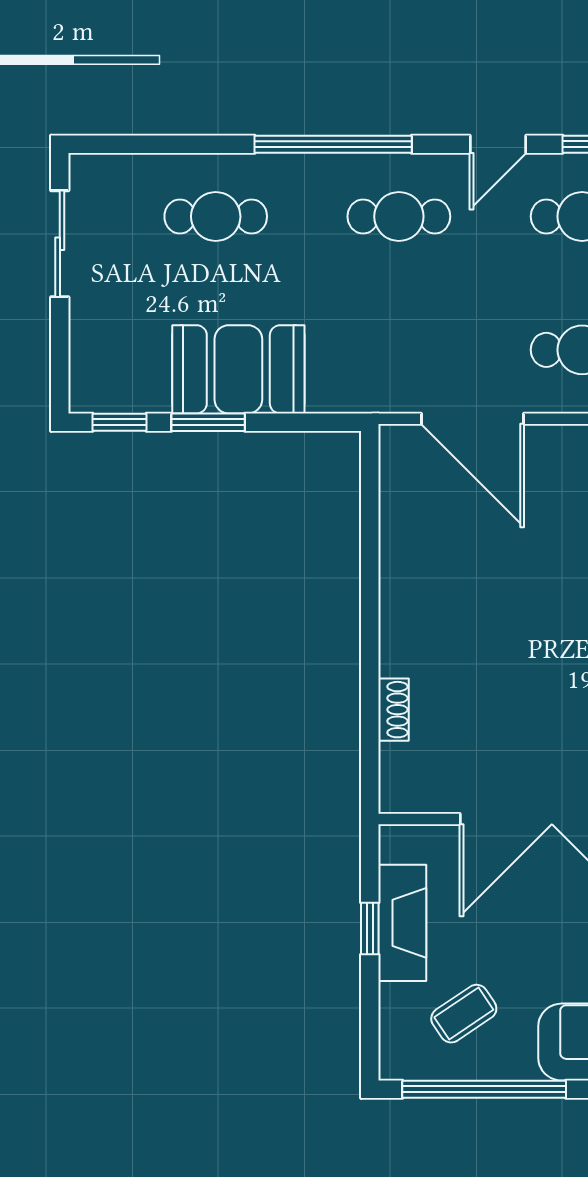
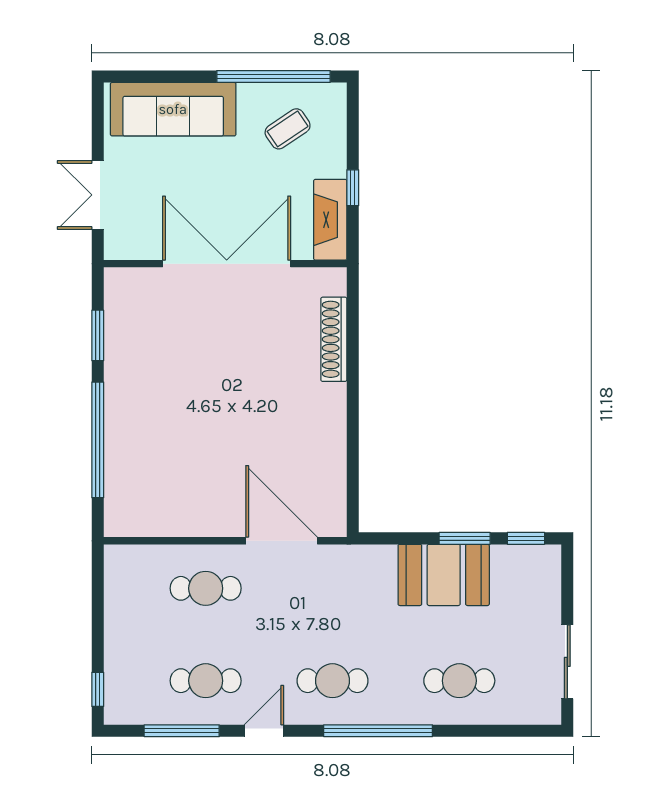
shoe rack: (393, 710) -> (334, 339), width x1.94, depth x1.24
fireplace: (402, 923) -> (330, 220), moved

